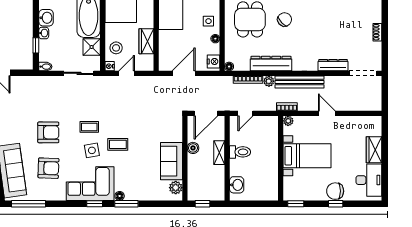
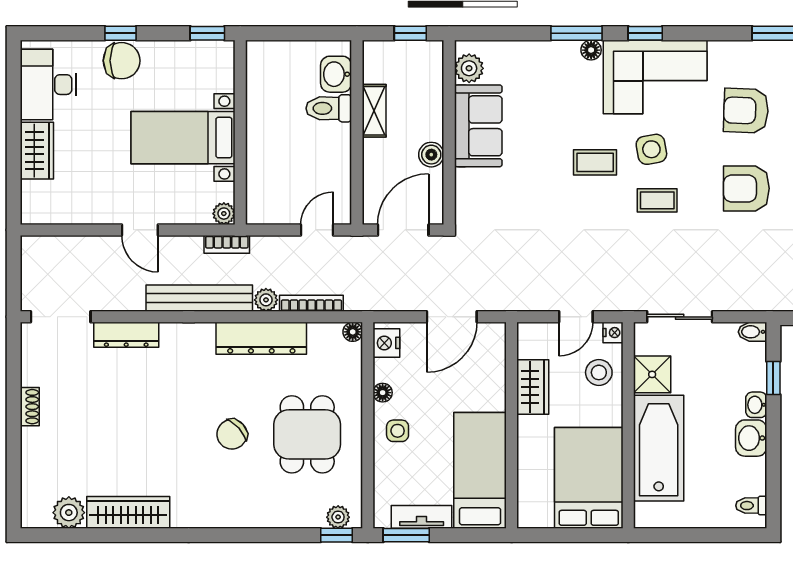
toilet: (240, 152) -> (329, 108), moved
shelving: (219, 153) -> (374, 111), moved

